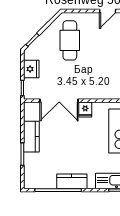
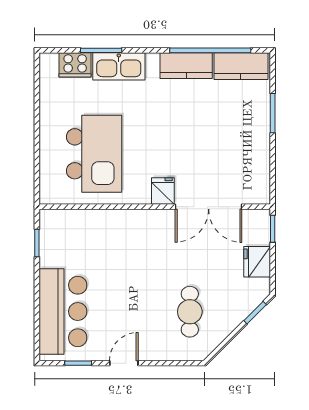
cafe table: (70, 40) -> (190, 312), width x0.73, depth x0.74
double door: (59, 101) -> (209, 207), swing flipped
kitchen counter: (31, 137) -> (241, 66), moved, turned -90

